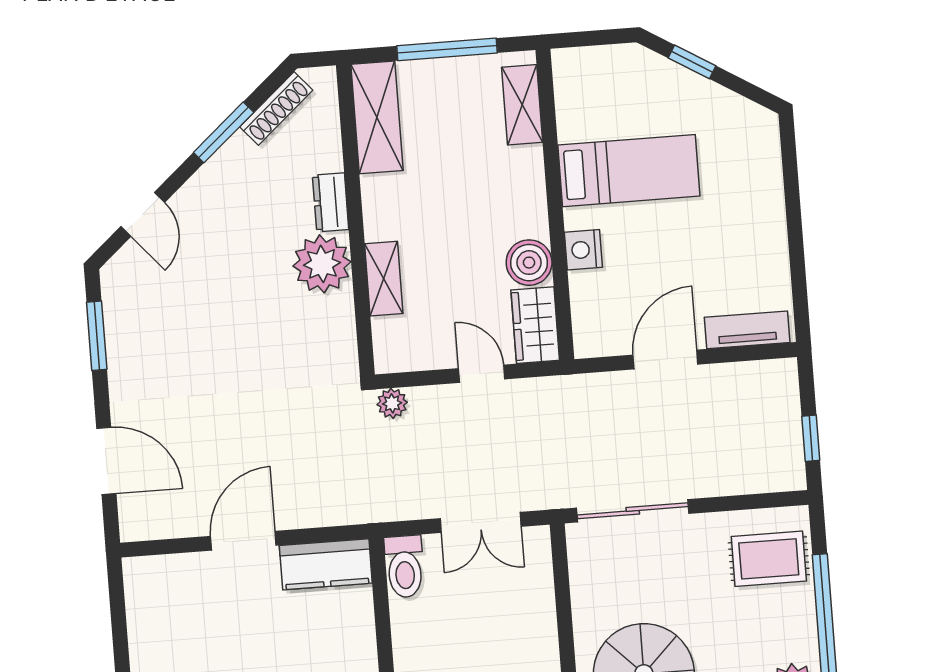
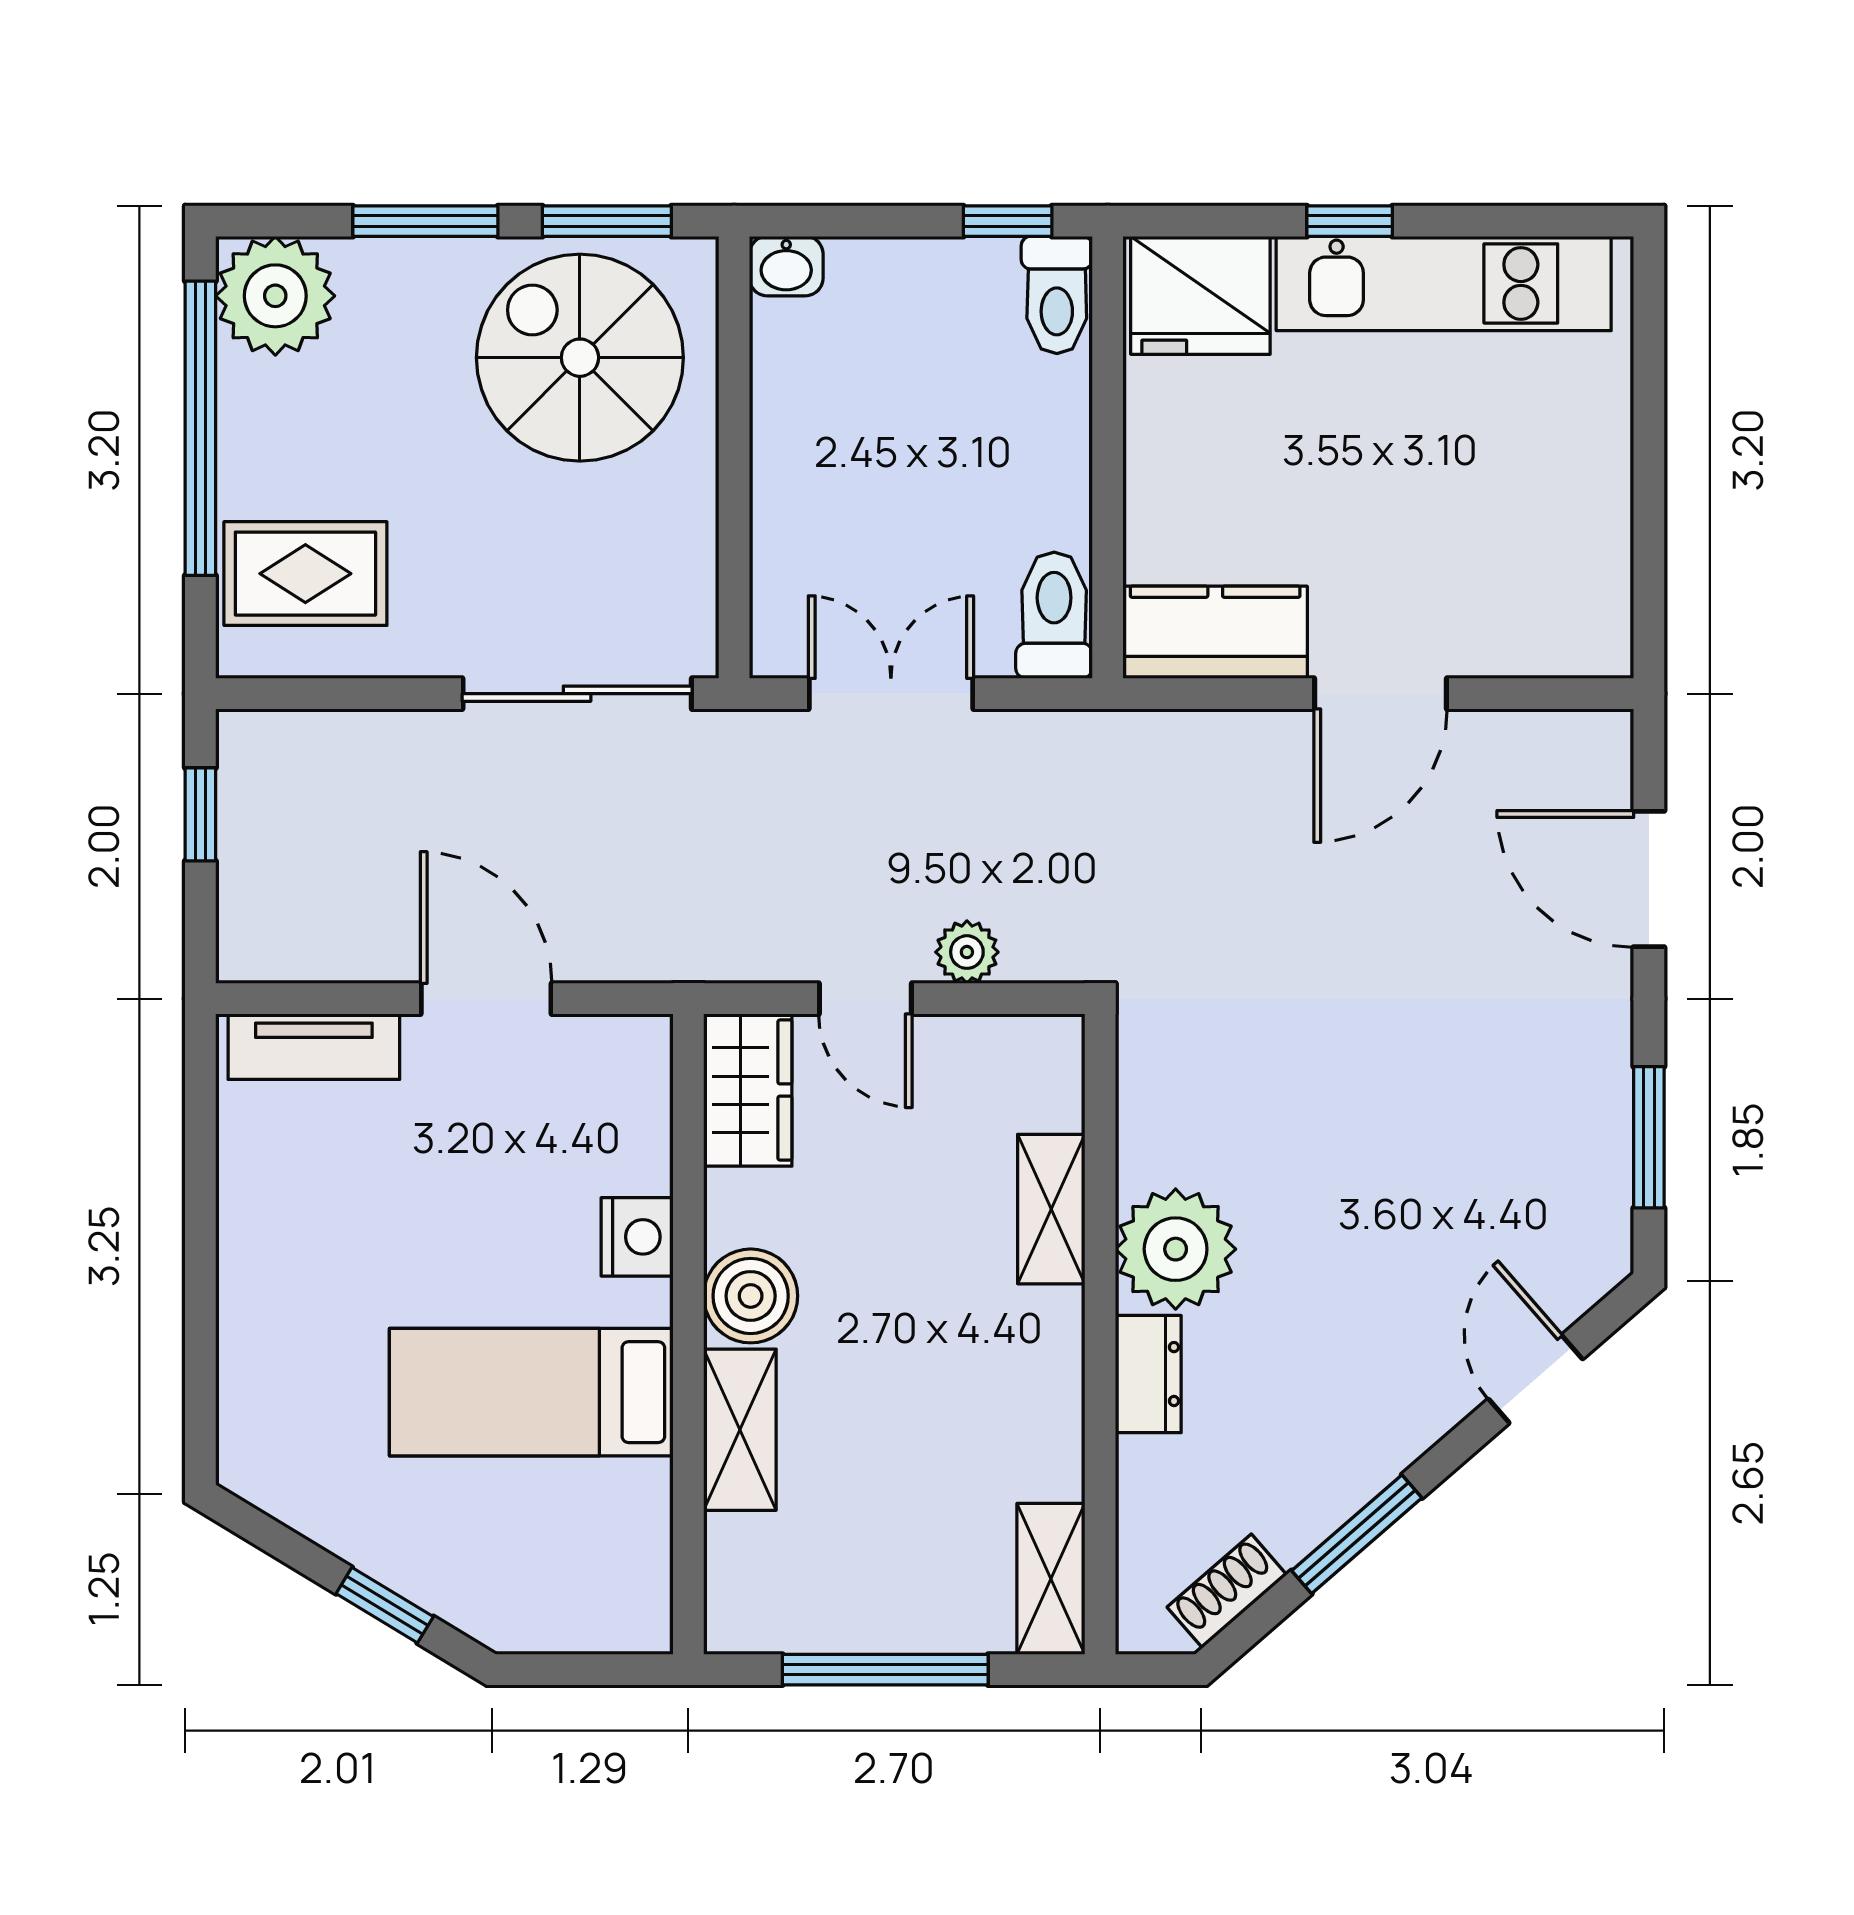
shelving: (522, 105) -> (740, 1430), moved
shoe rack: (276, 108) -> (1227, 1591), width x0.70
shelving: (377, 117) -> (1051, 1579), width x0.67, depth x0.75
boiler: (529, 263) -> (751, 1296), moved
door: (665, 360) -> (486, 999), swing flipped
plant: (392, 403) -> (967, 952), moved

